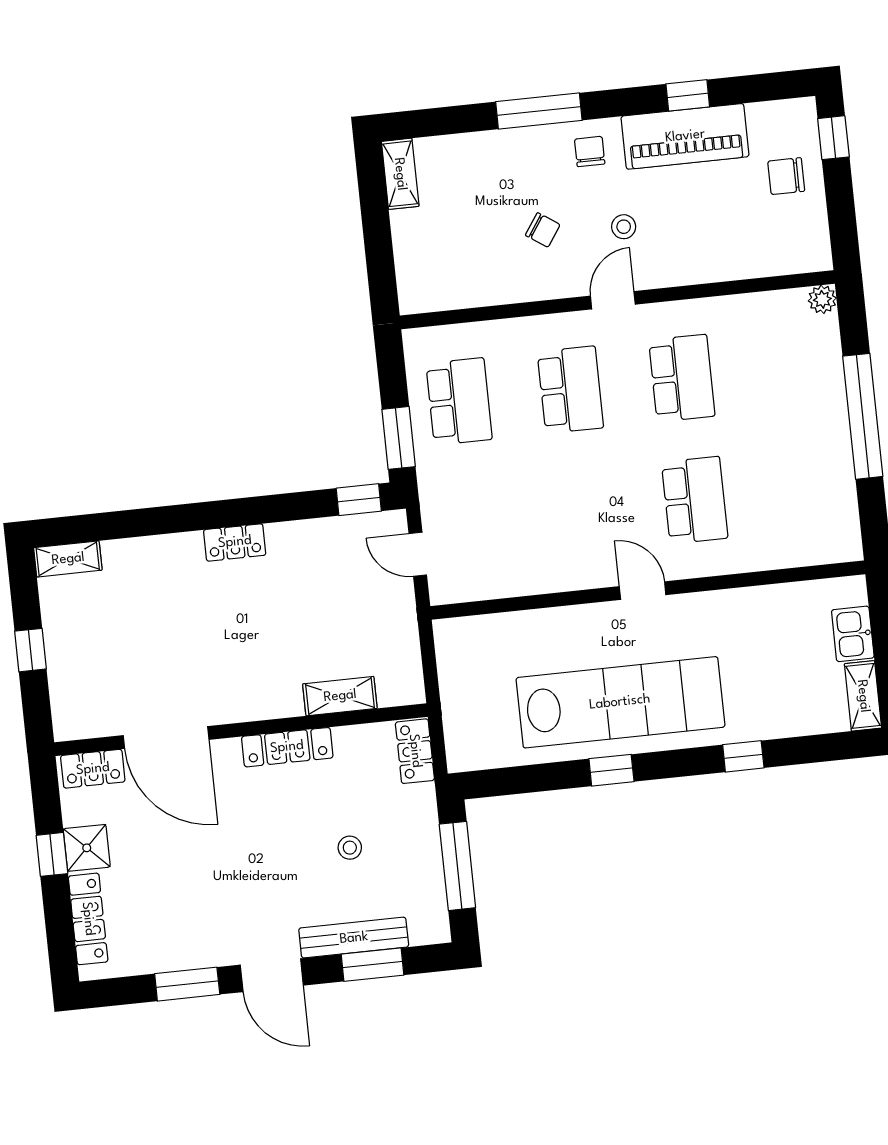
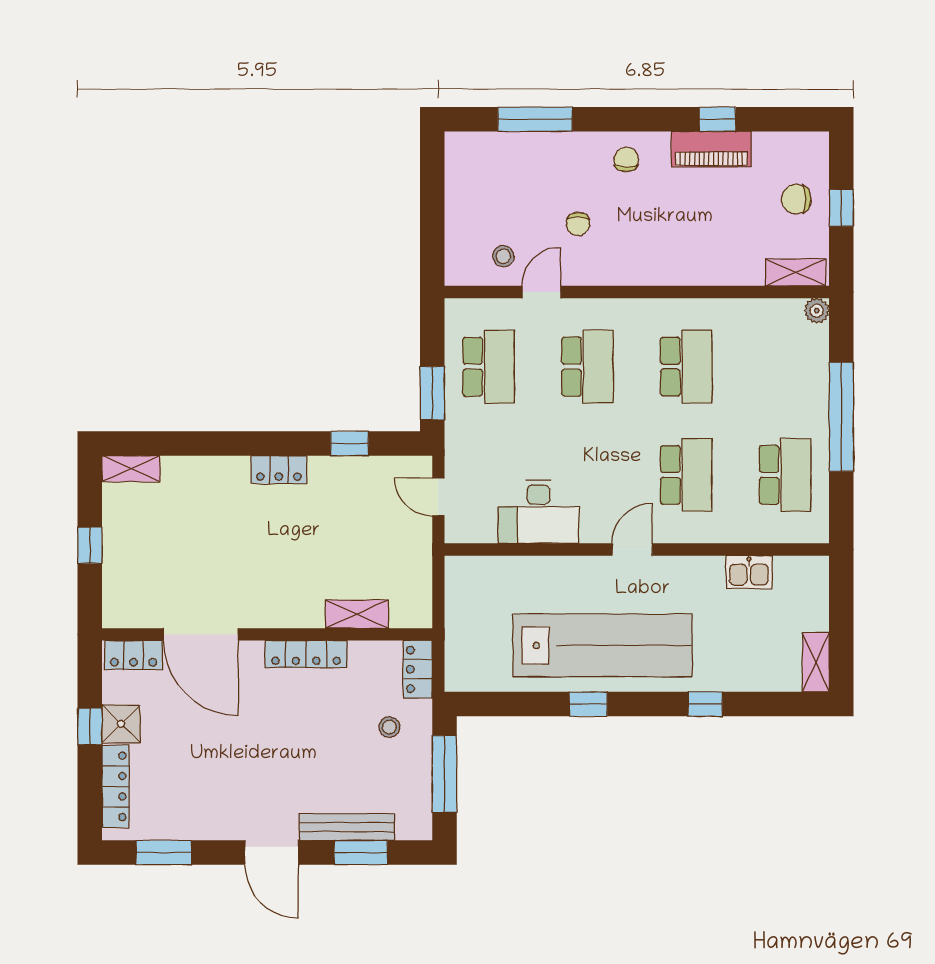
window: (539, 111) -> (535, 119), moved
piano: (685, 136) -> (711, 149), width x0.73, depth x0.75
window: (833, 138) -> (841, 208), moved
shelving: (400, 174) -> (796, 272), moved, turned 90
stool: (624, 227) -> (503, 256), moved
chair: (543, 230) -> (578, 224), turned 56
door: (613, 300) -> (541, 292), moved
school desk: (806, 488) -> (785, 475), added
window: (359, 500) -> (349, 443), moved
desk: (532, 559) -> (538, 512), added
door: (643, 591) -> (632, 550), hinge flipped
kitchen sink: (853, 634) -> (749, 572), moved, turned -90
stool: (350, 848) -> (389, 727), moved
window: (187, 984) -> (164, 853), moved

